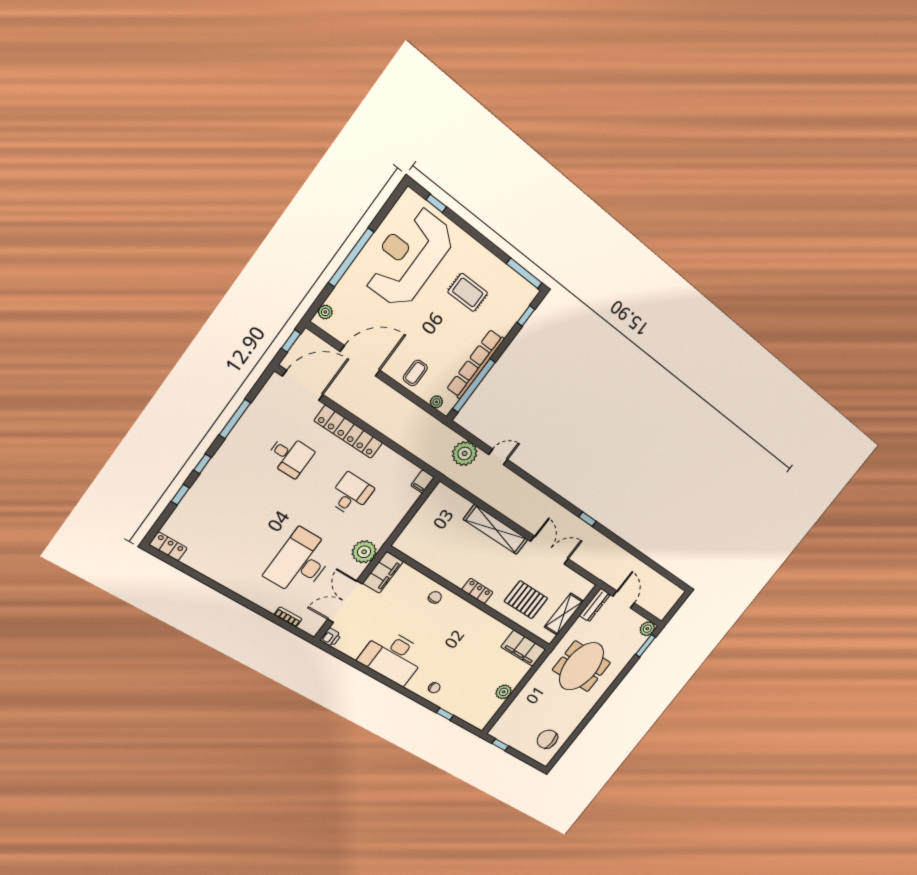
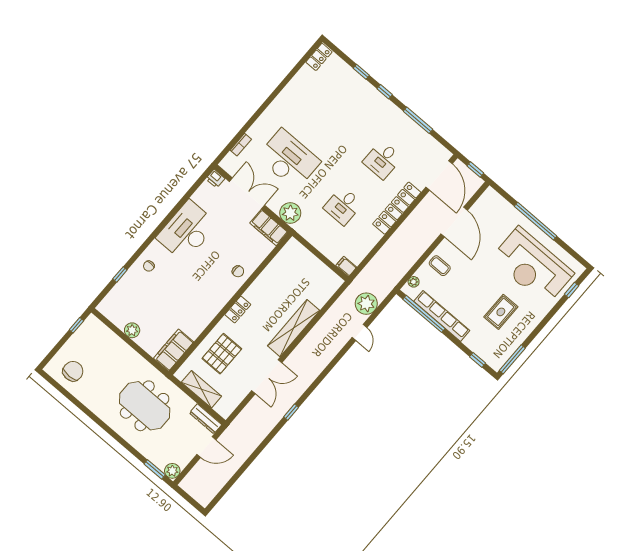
reception desk: (409, 257) -> (532, 266), turned 180
plant: (325, 312) -> (496, 198), removed
desk: (351, 494) -> (343, 206), turned 90

